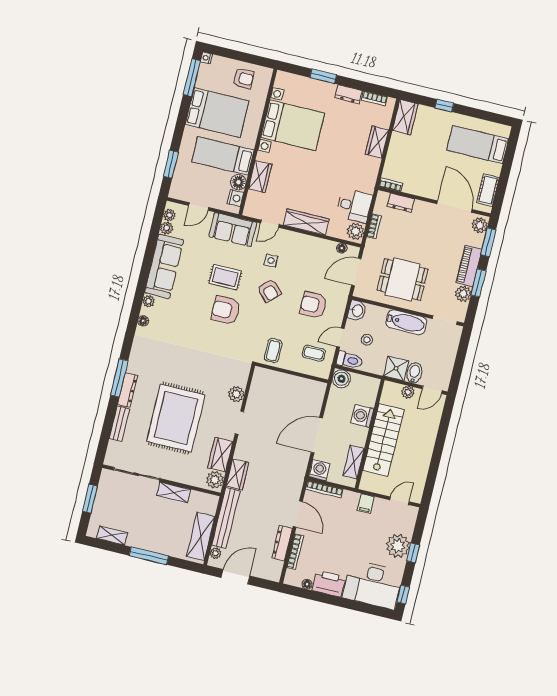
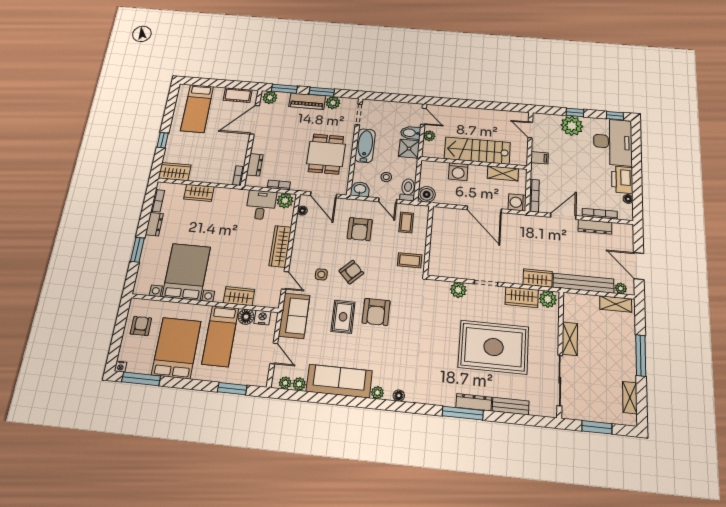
shelving: (201, 536) -> (616, 304), width x0.67, depth x0.75

